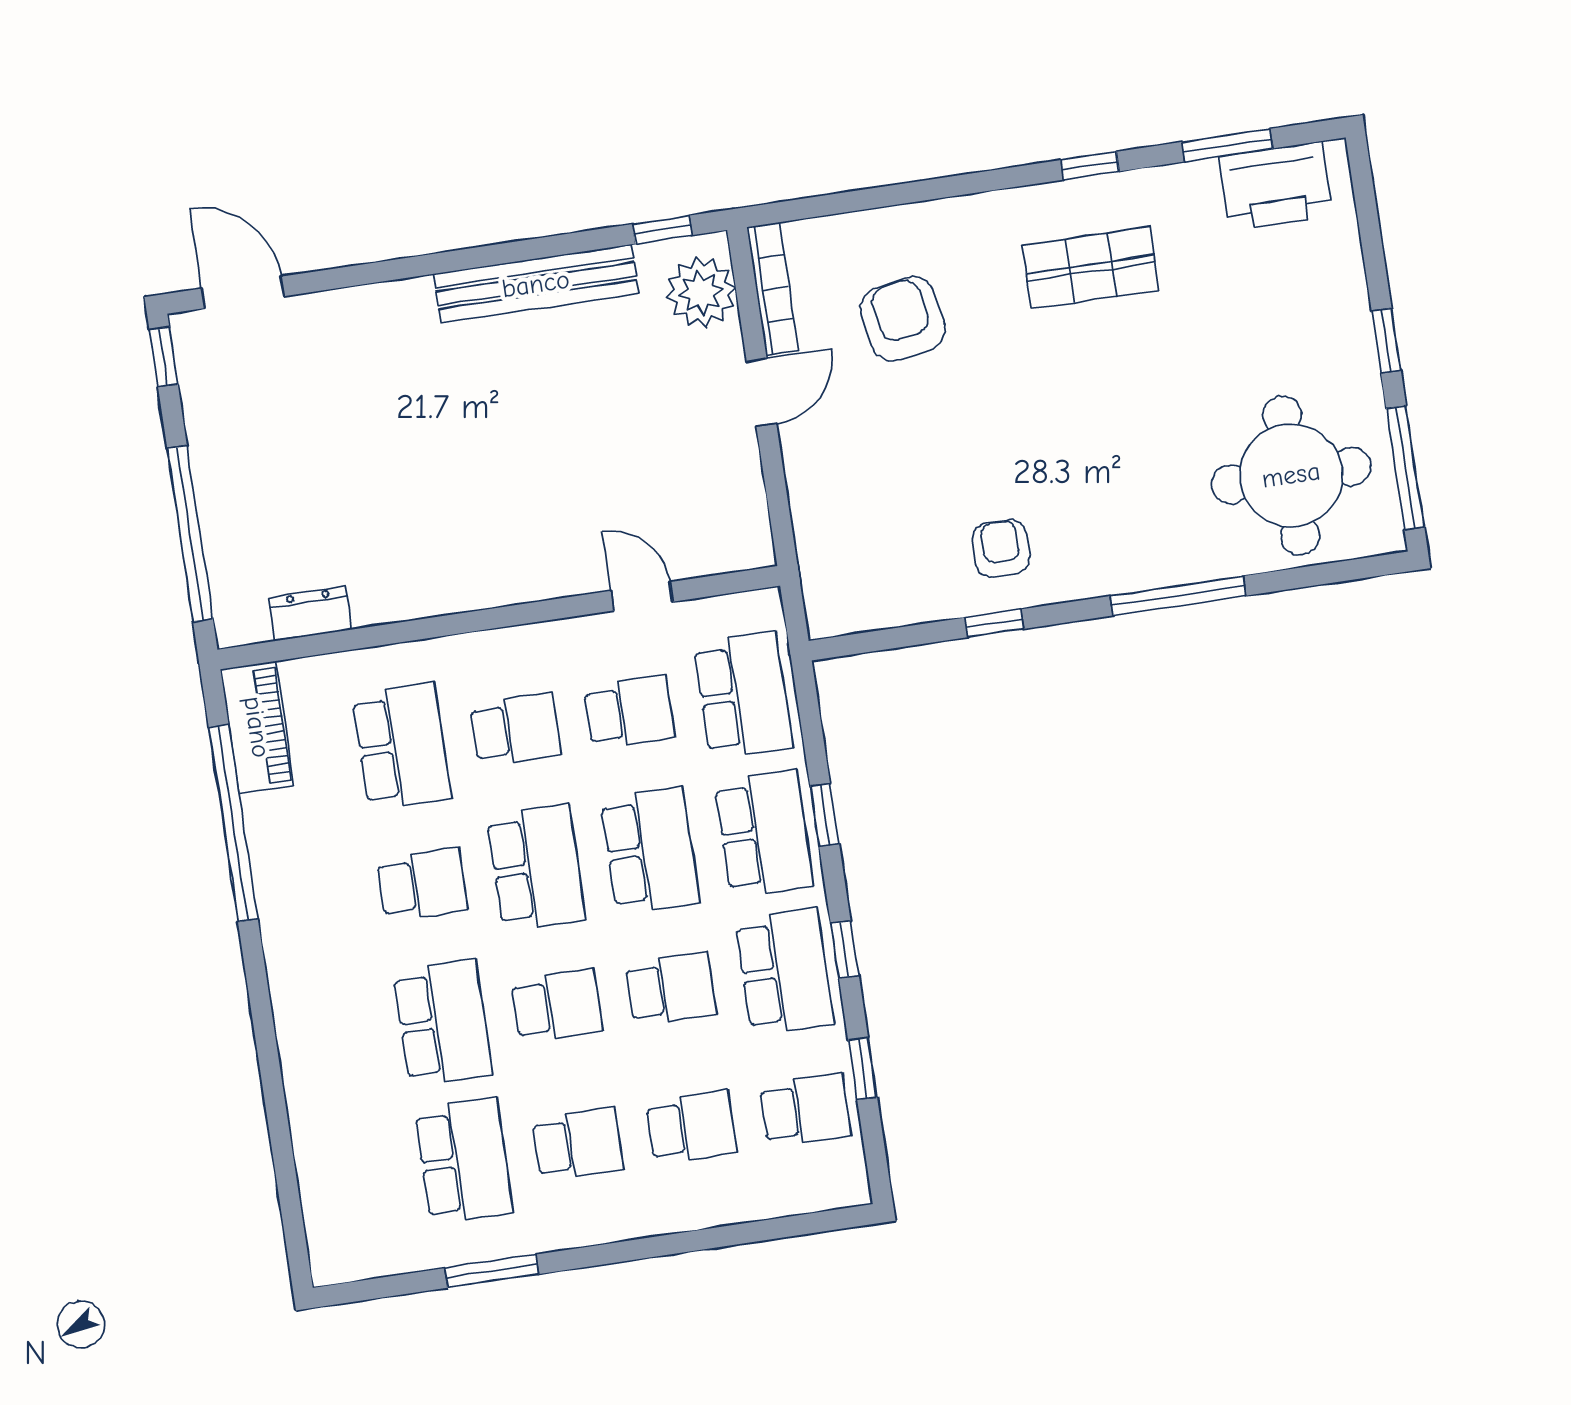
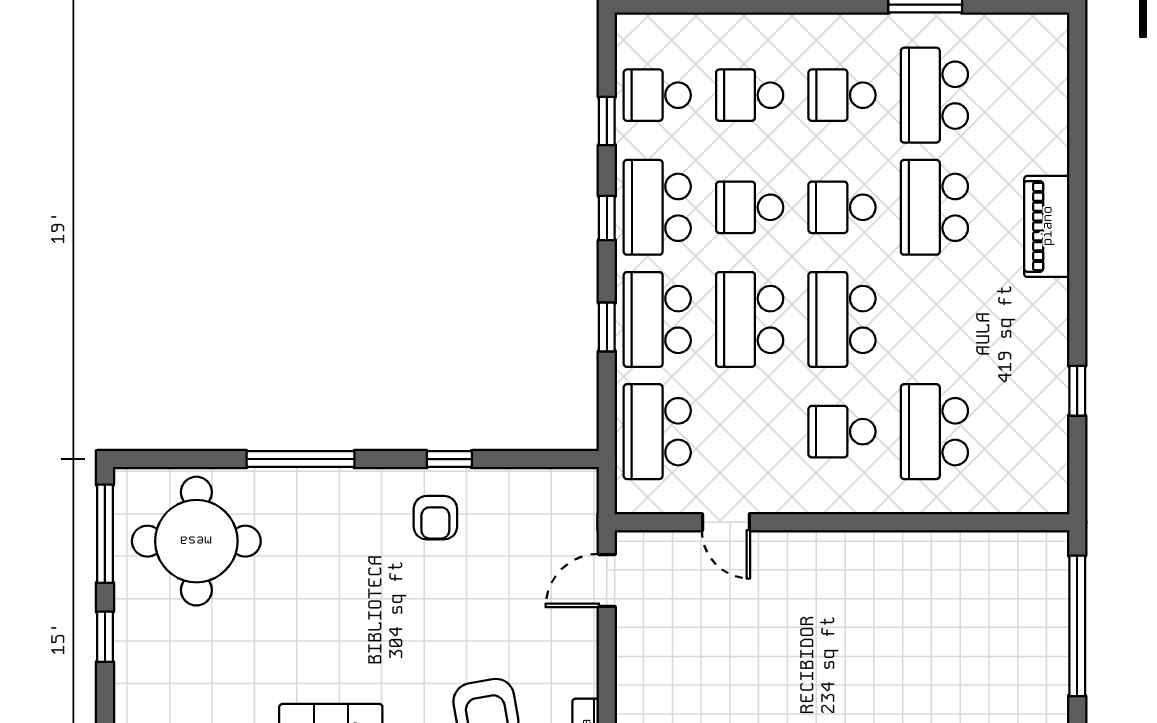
door: (762, 393) -> (607, 580), moved
dresser: (310, 614) -> (991, 548), removed
school desk: (629, 712) -> (750, 432), removed
piano: (257, 727) -> (1047, 226), moved
window: (233, 823) -> (1077, 391), width x0.32
school desk: (422, 885) -> (934, 319), removed

